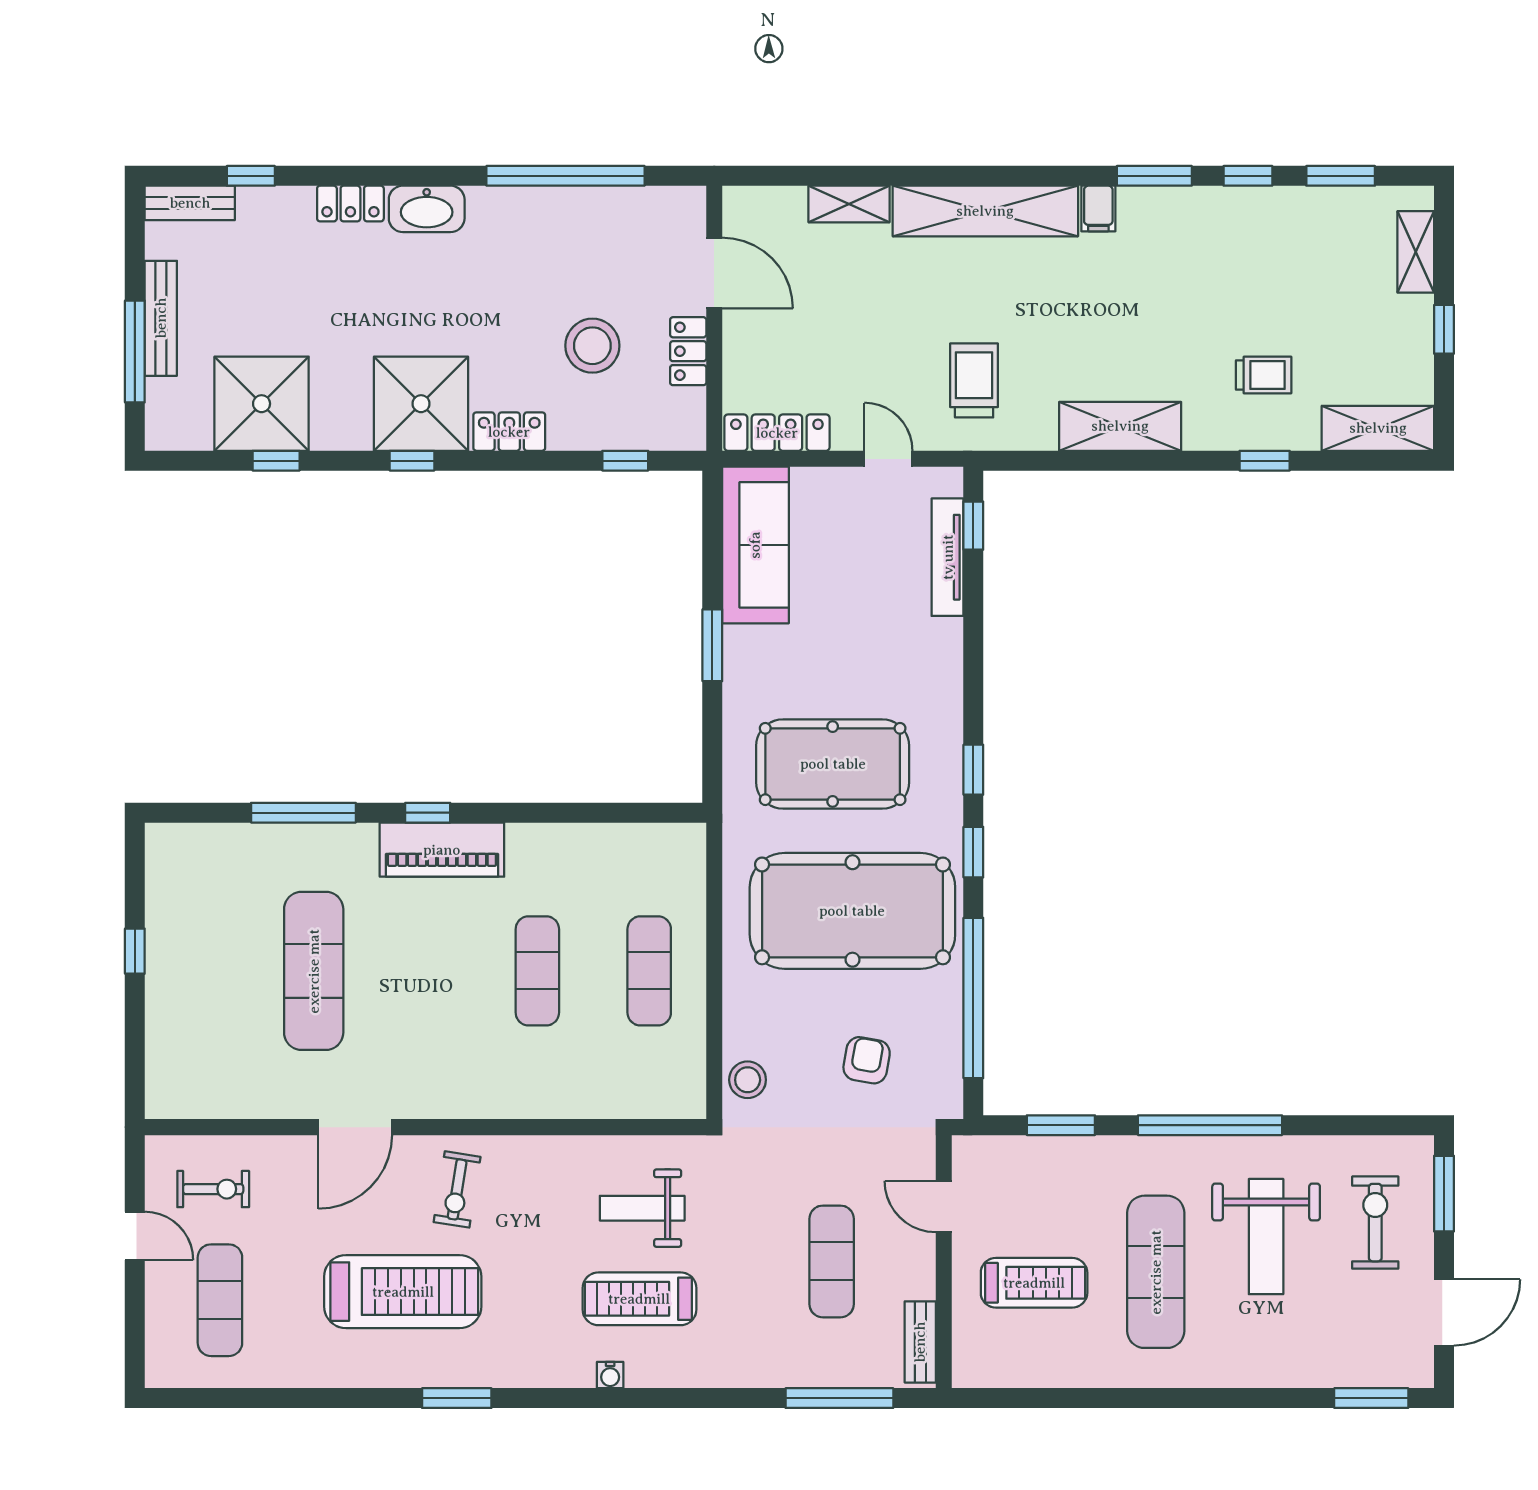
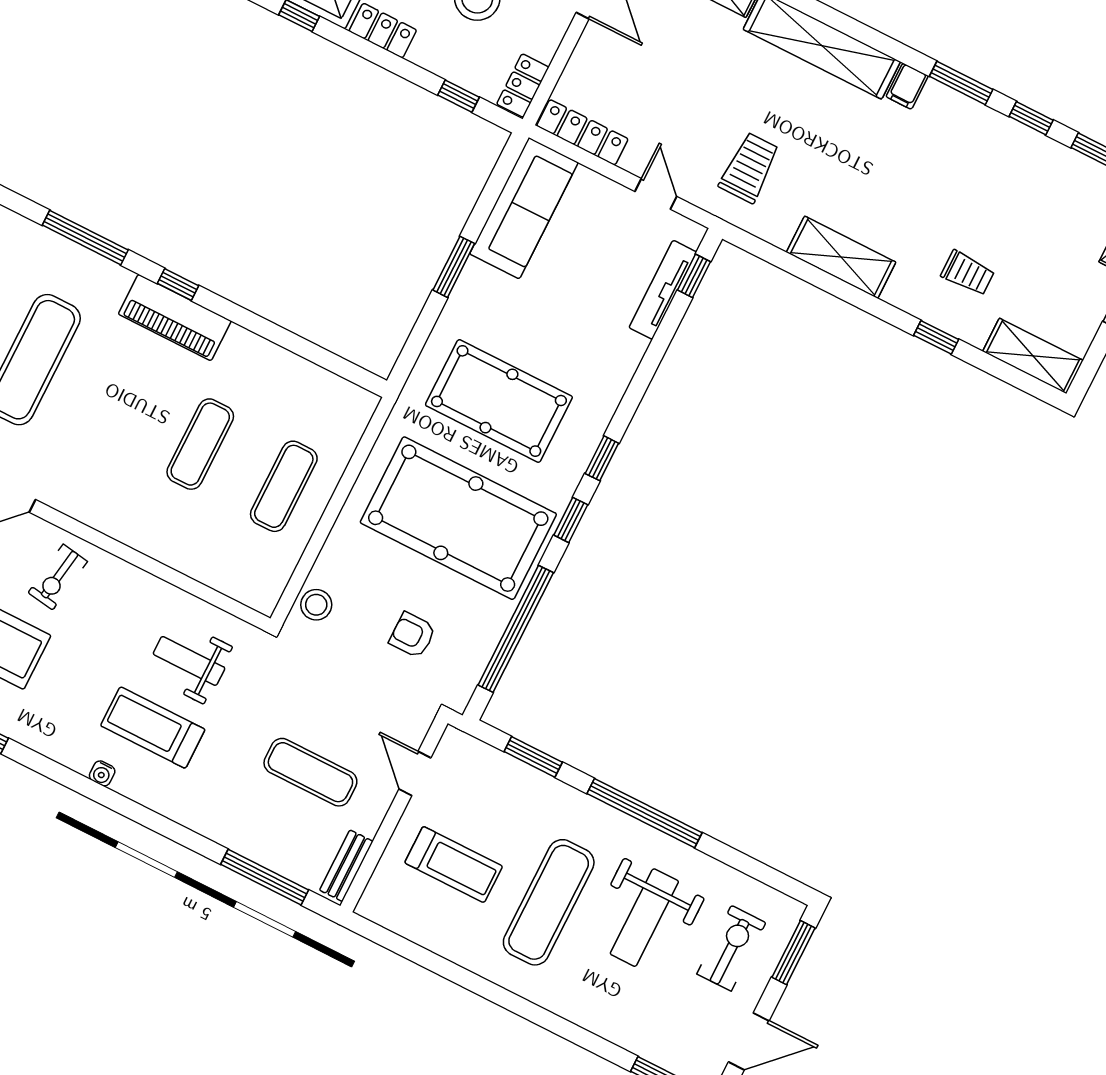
locker: (688, 351) -> (523, 86), moved
armchair: (867, 1060) -> (412, 635), turned -100
exercise mat: (832, 1261) -> (310, 772), turned 90

